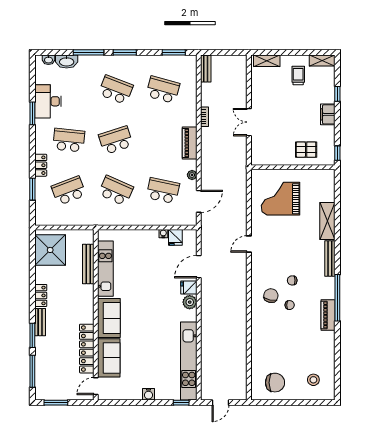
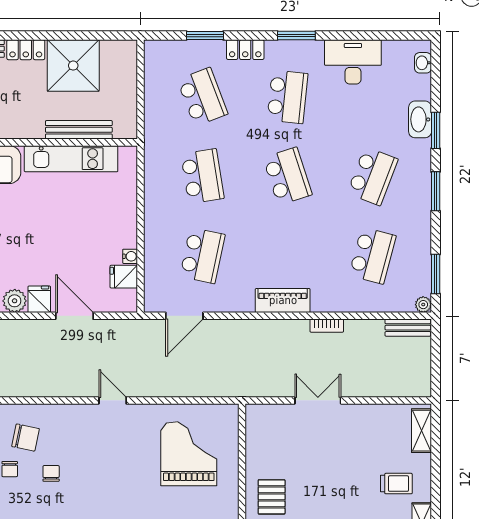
window: (89, 52) -> (436, 130), width x0.69
washbasin: (67, 62) -> (420, 119), moved
window: (32, 113) -> (296, 35), moved
plant: (192, 175) -> (423, 305), moved
school desk: (116, 191) -> (202, 176), turned -33
door: (199, 201) -> (184, 316), hinge flipped
shower: (50, 250) -> (73, 66), moved

